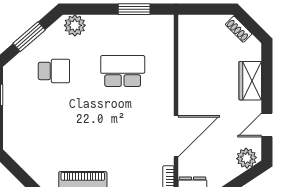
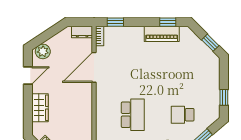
school desk: (123, 71) -> (133, 115), turned -90
window: (16, 170) -> (210, 43), added

